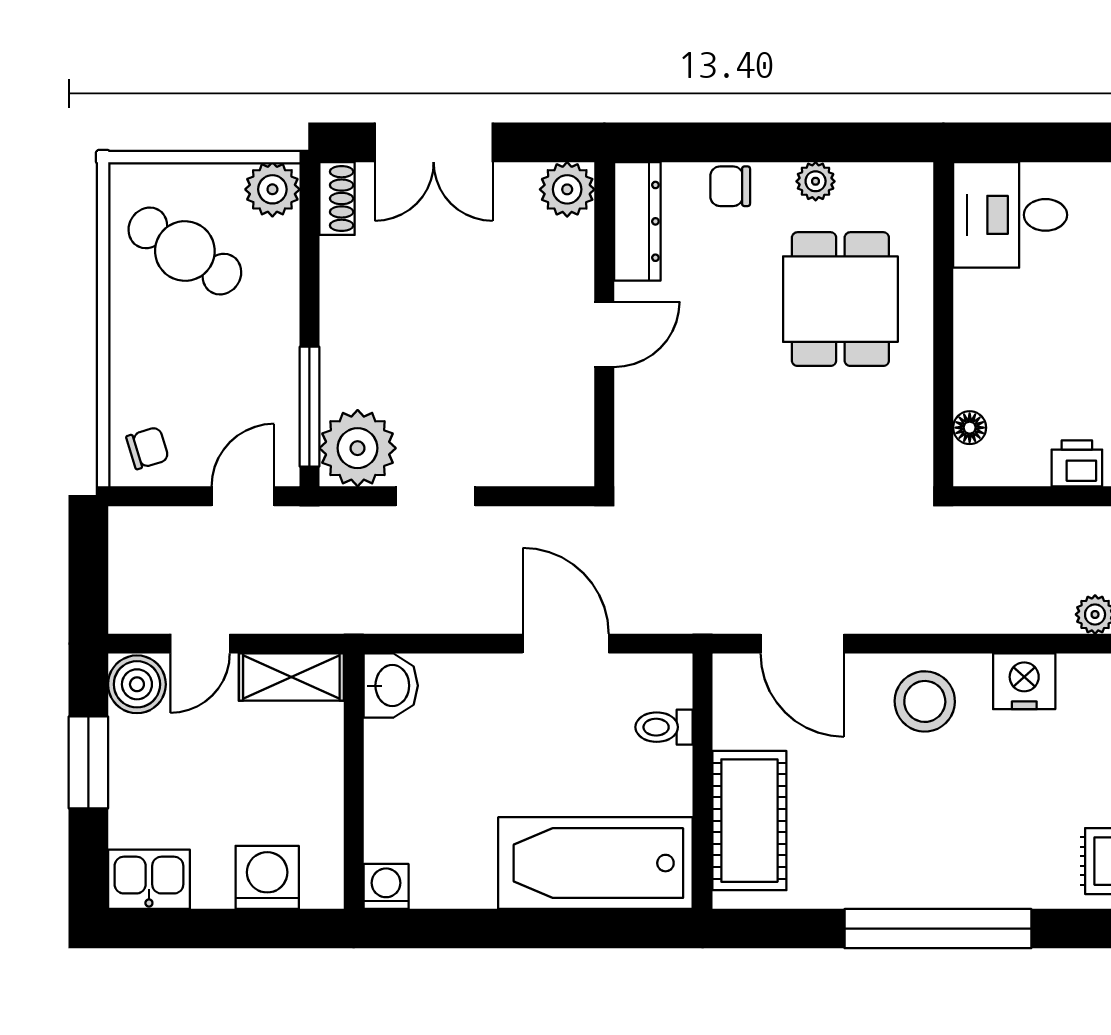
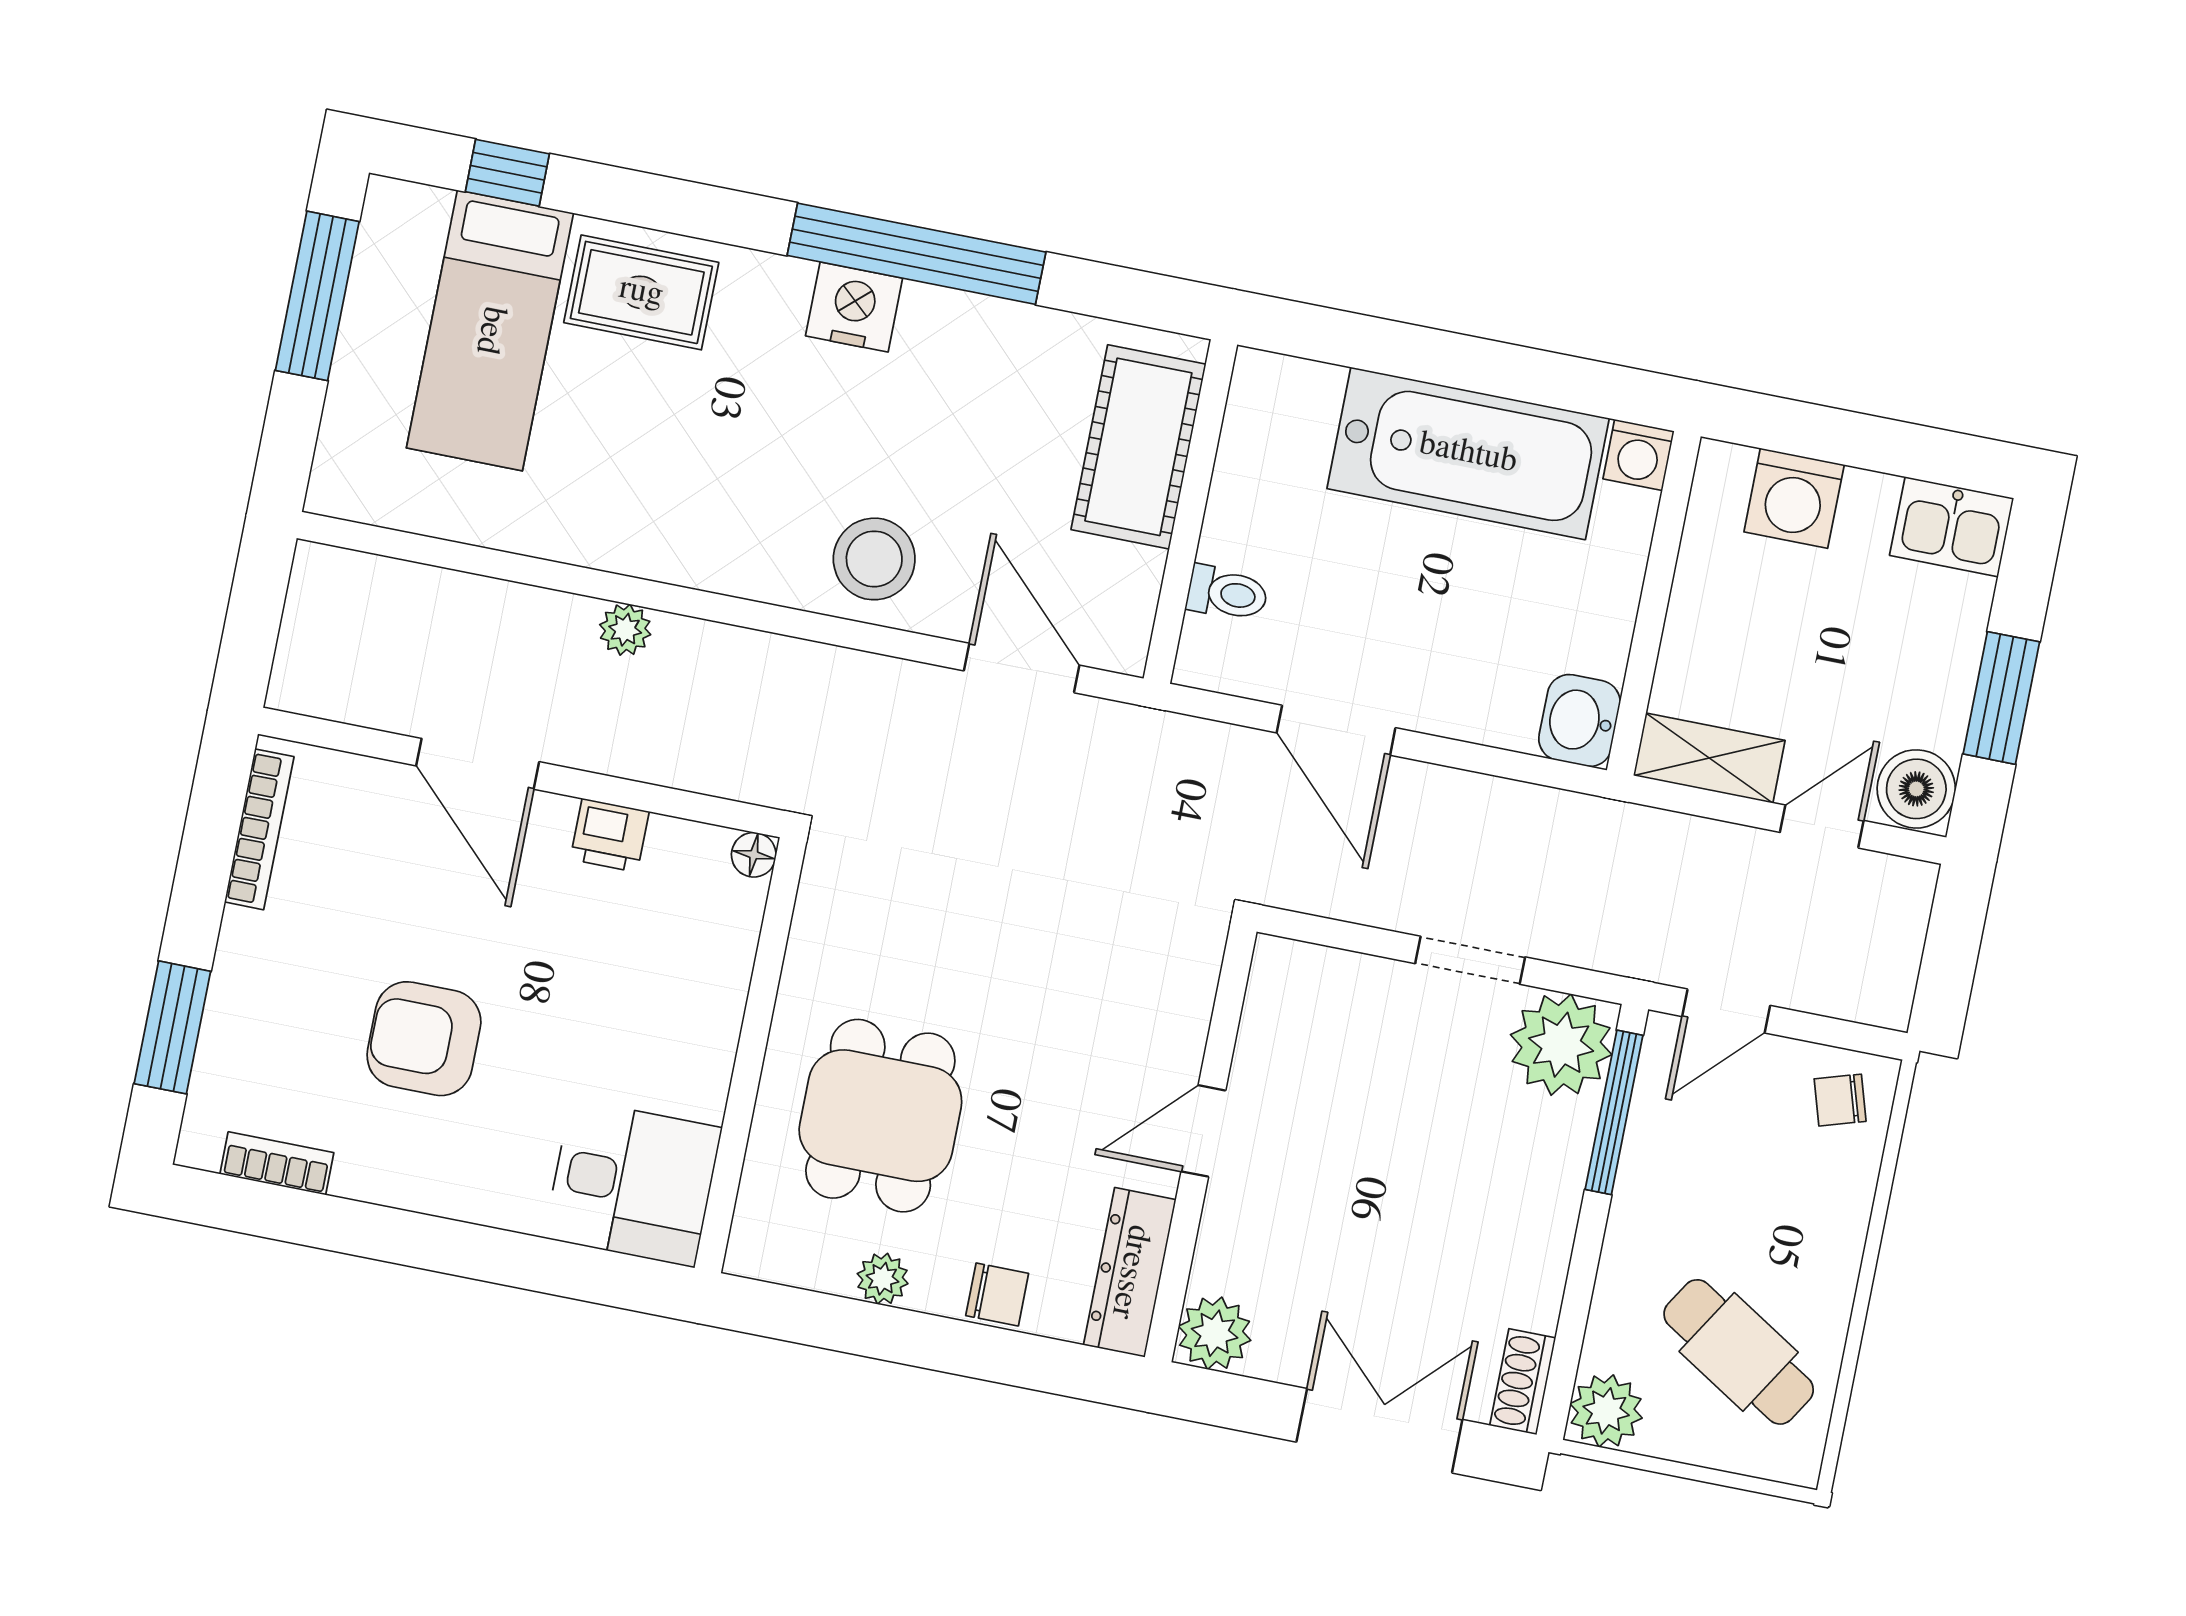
floor lamp: (970, 428) -> (754, 855), moved
nightstand: (1024, 681) -> (854, 307), moved, turned 180
bathtub: (595, 863) -> (1468, 453), moved

